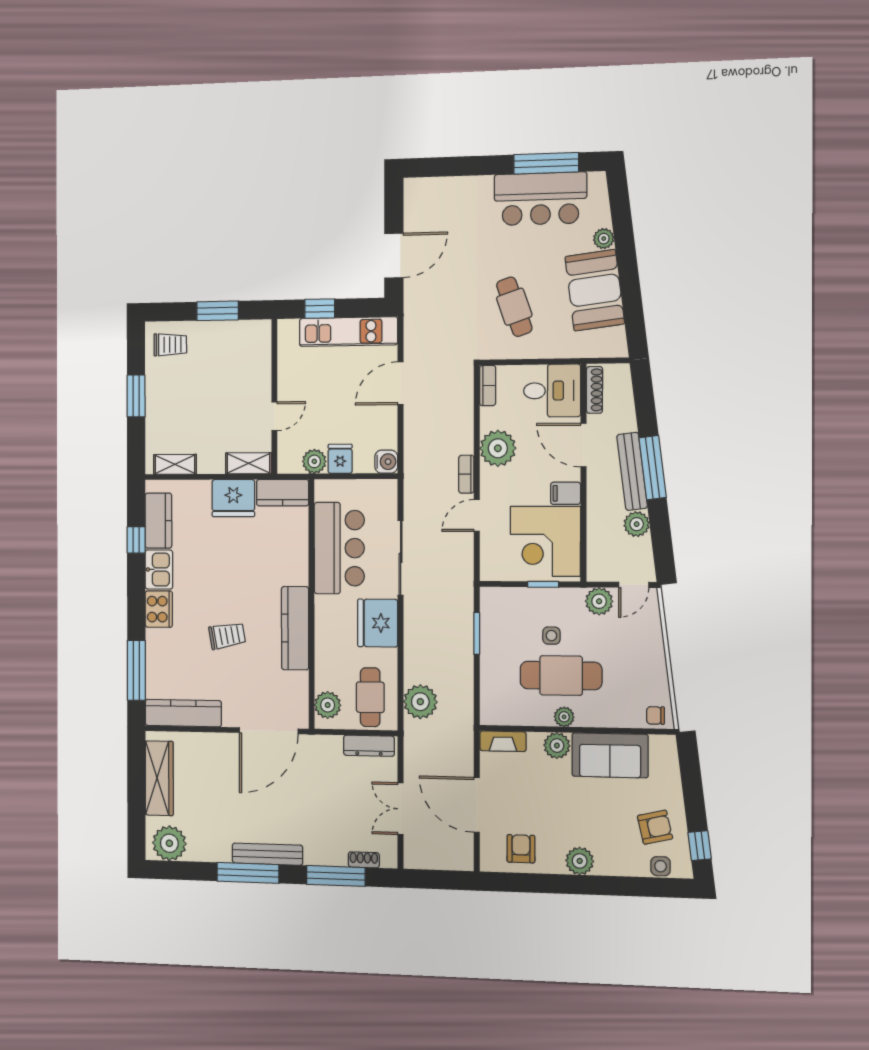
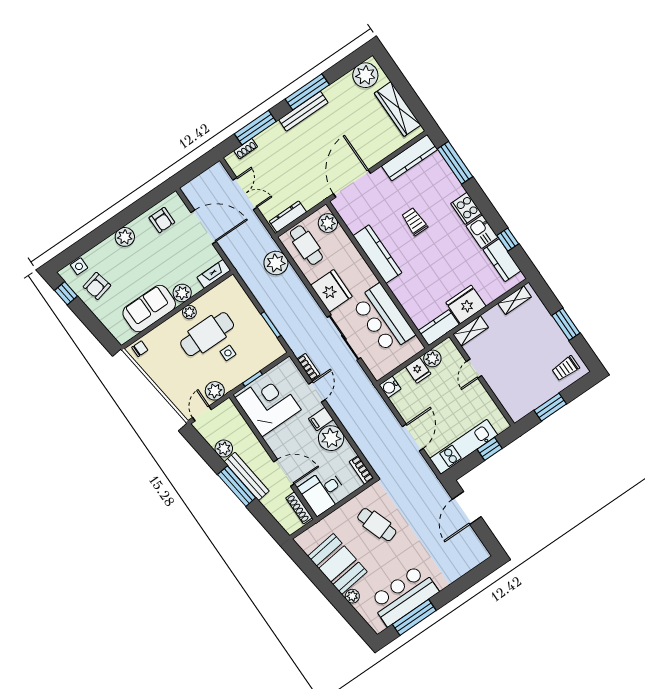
bookcase: (466, 474) -> (308, 367), moved
filing cabinet: (566, 493) -> (321, 419), moved, turned 180
trolley: (227, 636) -> (414, 222), turned 100

